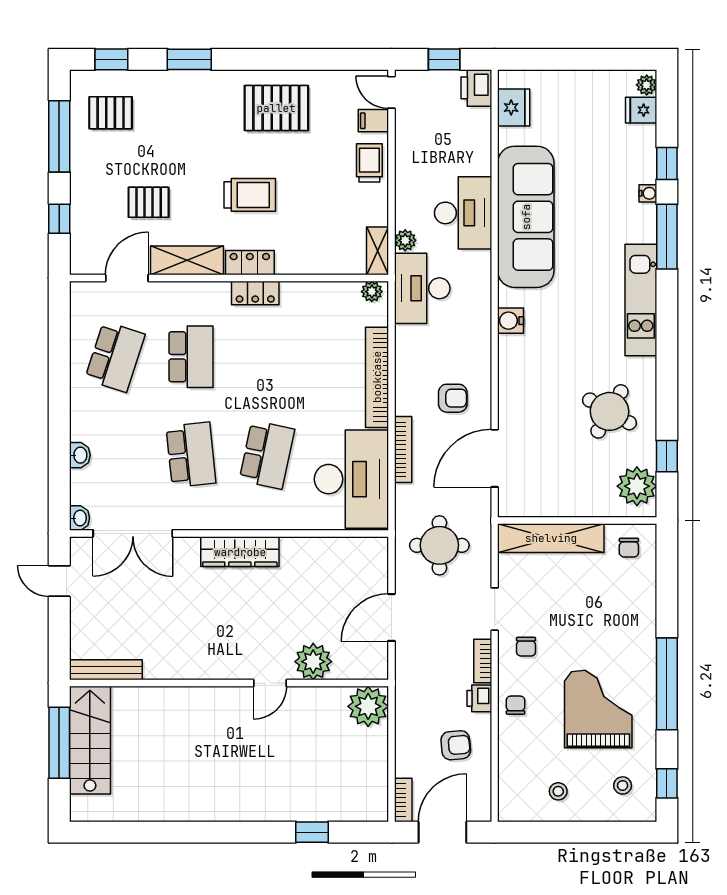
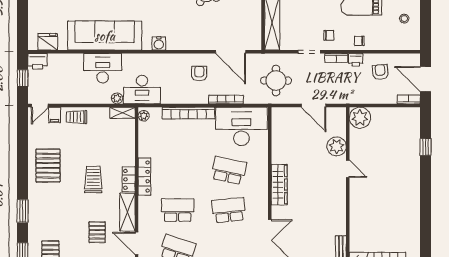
locker: (255, 293) -> (144, 177), width x1.53

